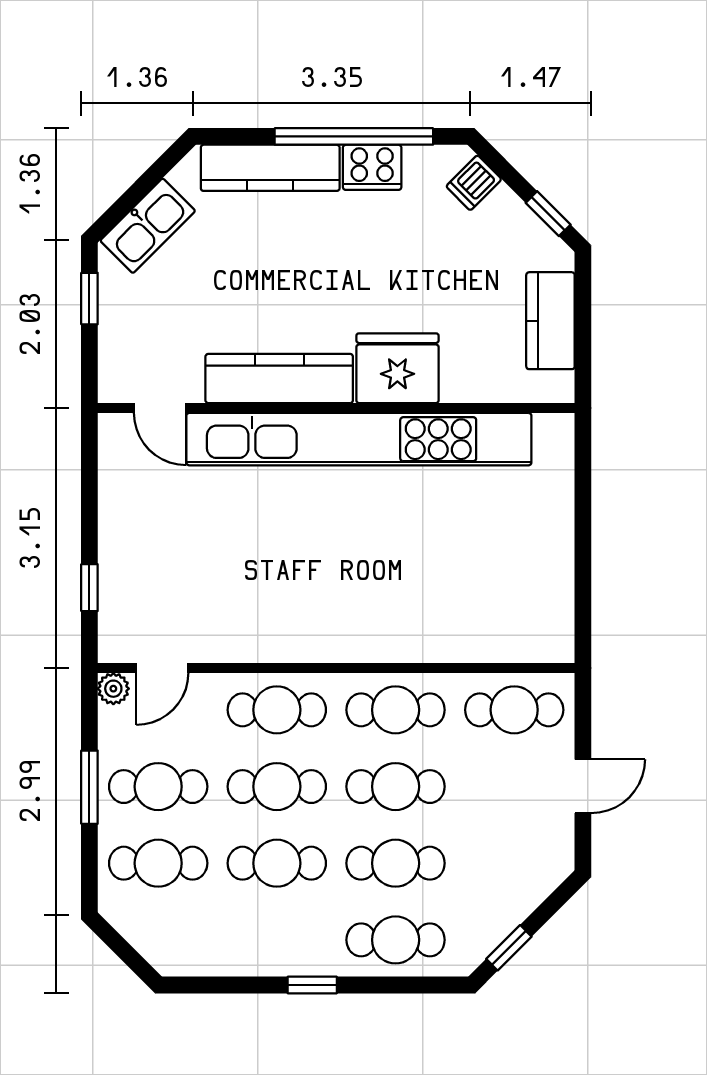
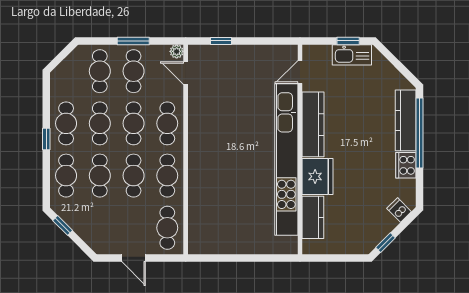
window: (354, 136) -> (419, 133), moved
kitchen sink: (148, 226) -> (352, 55), moved, turned -45
kitchen counter: (550, 321) -> (313, 217), moved, turned 90
cafe table: (277, 940) -> (66, 123), added

